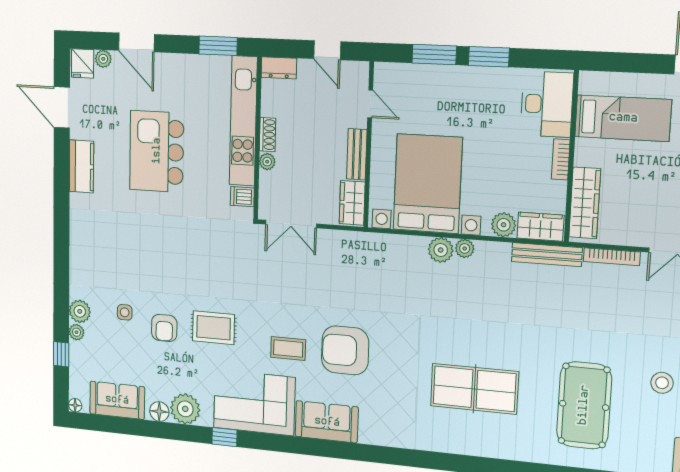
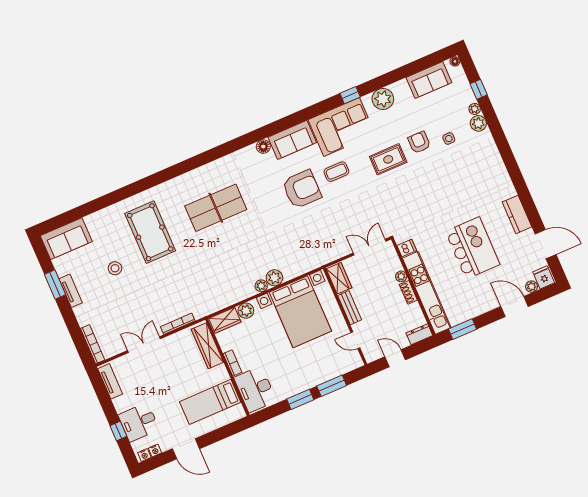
bench: (547, 255) -> (214, 306), removed
floor lamp: (159, 412) -> (263, 147), moved

